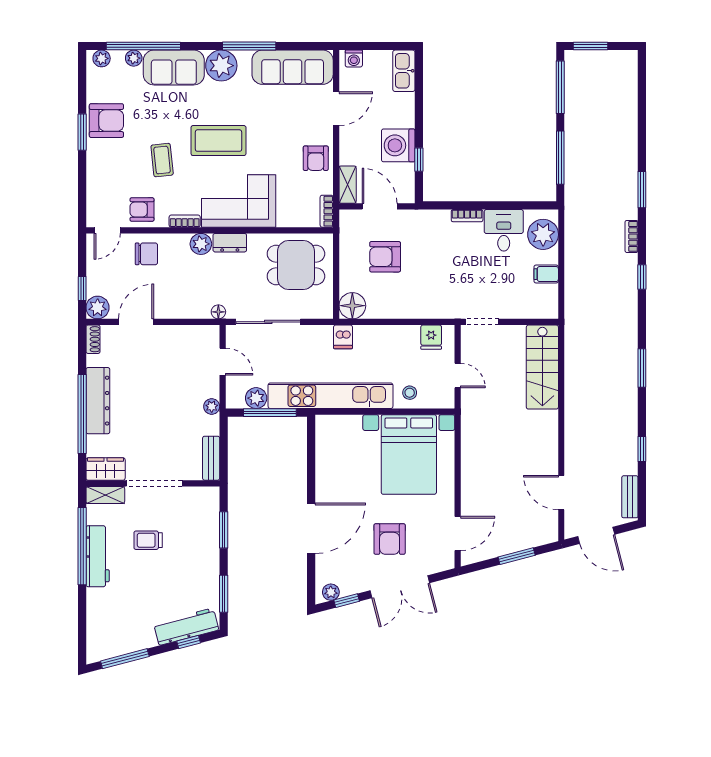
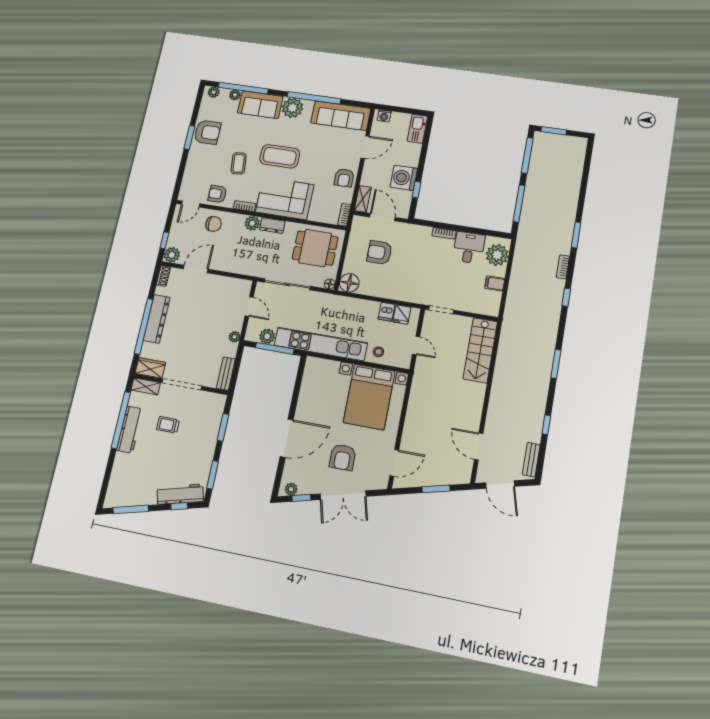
window: (249, 46) -> (314, 98), width x1.46
floor lamp: (218, 312) -> (330, 284), moved
dishwasher: (343, 337) -> (386, 312), moved

